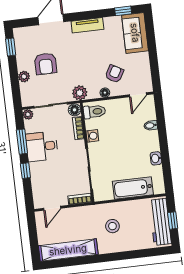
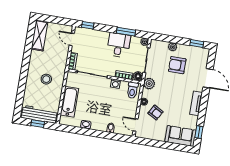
window: (25, 171) -> (88, 25), moved
shelving: (68, 250) -> (39, 35), width x0.68

